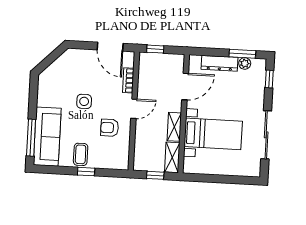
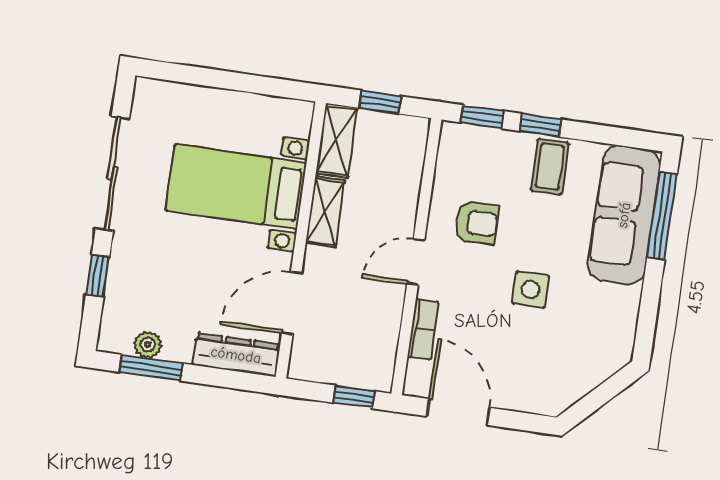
dresser: (220, 63) -> (236, 355), moved
window: (269, 79) -> (98, 276), moved
window: (111, 173) -> (482, 117), added

